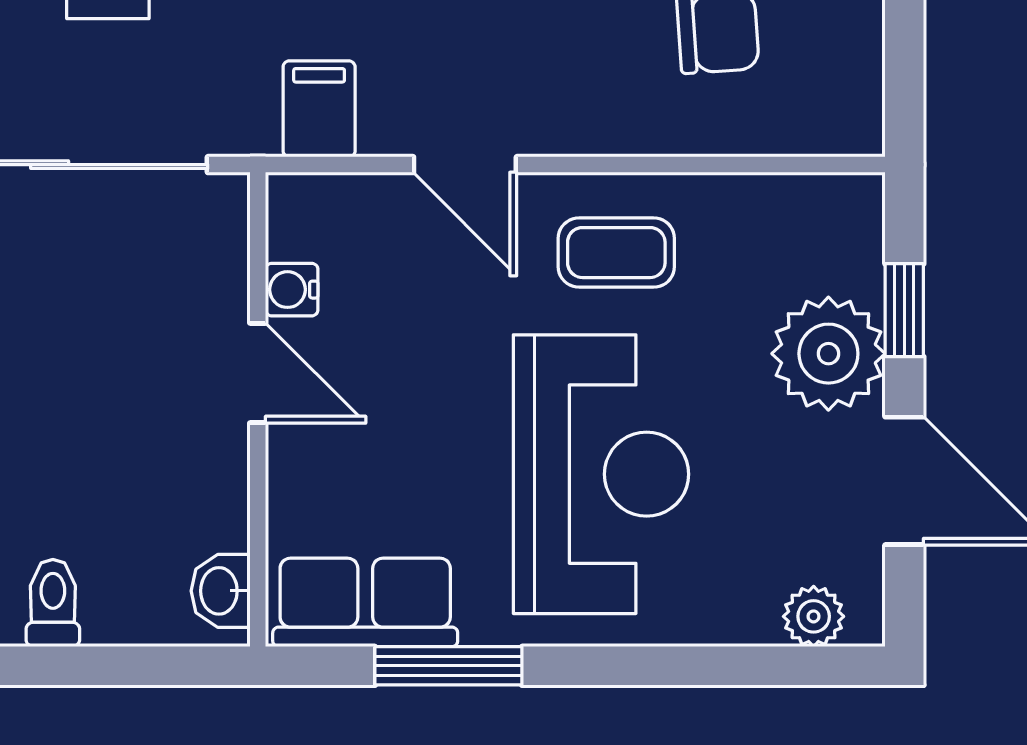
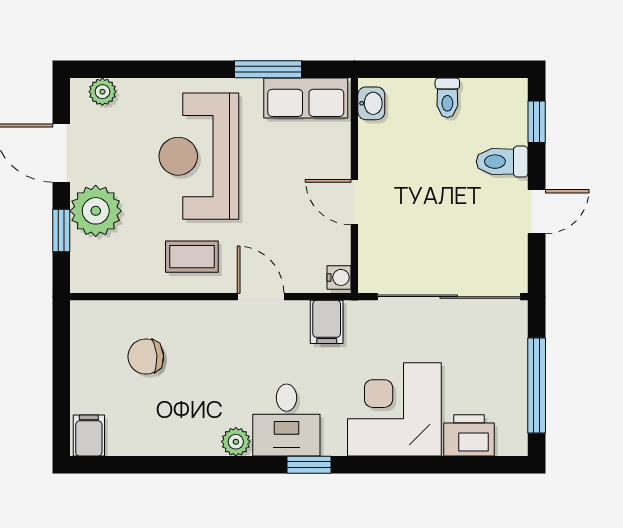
water cooler: (292, 290) -> (339, 277), moved

